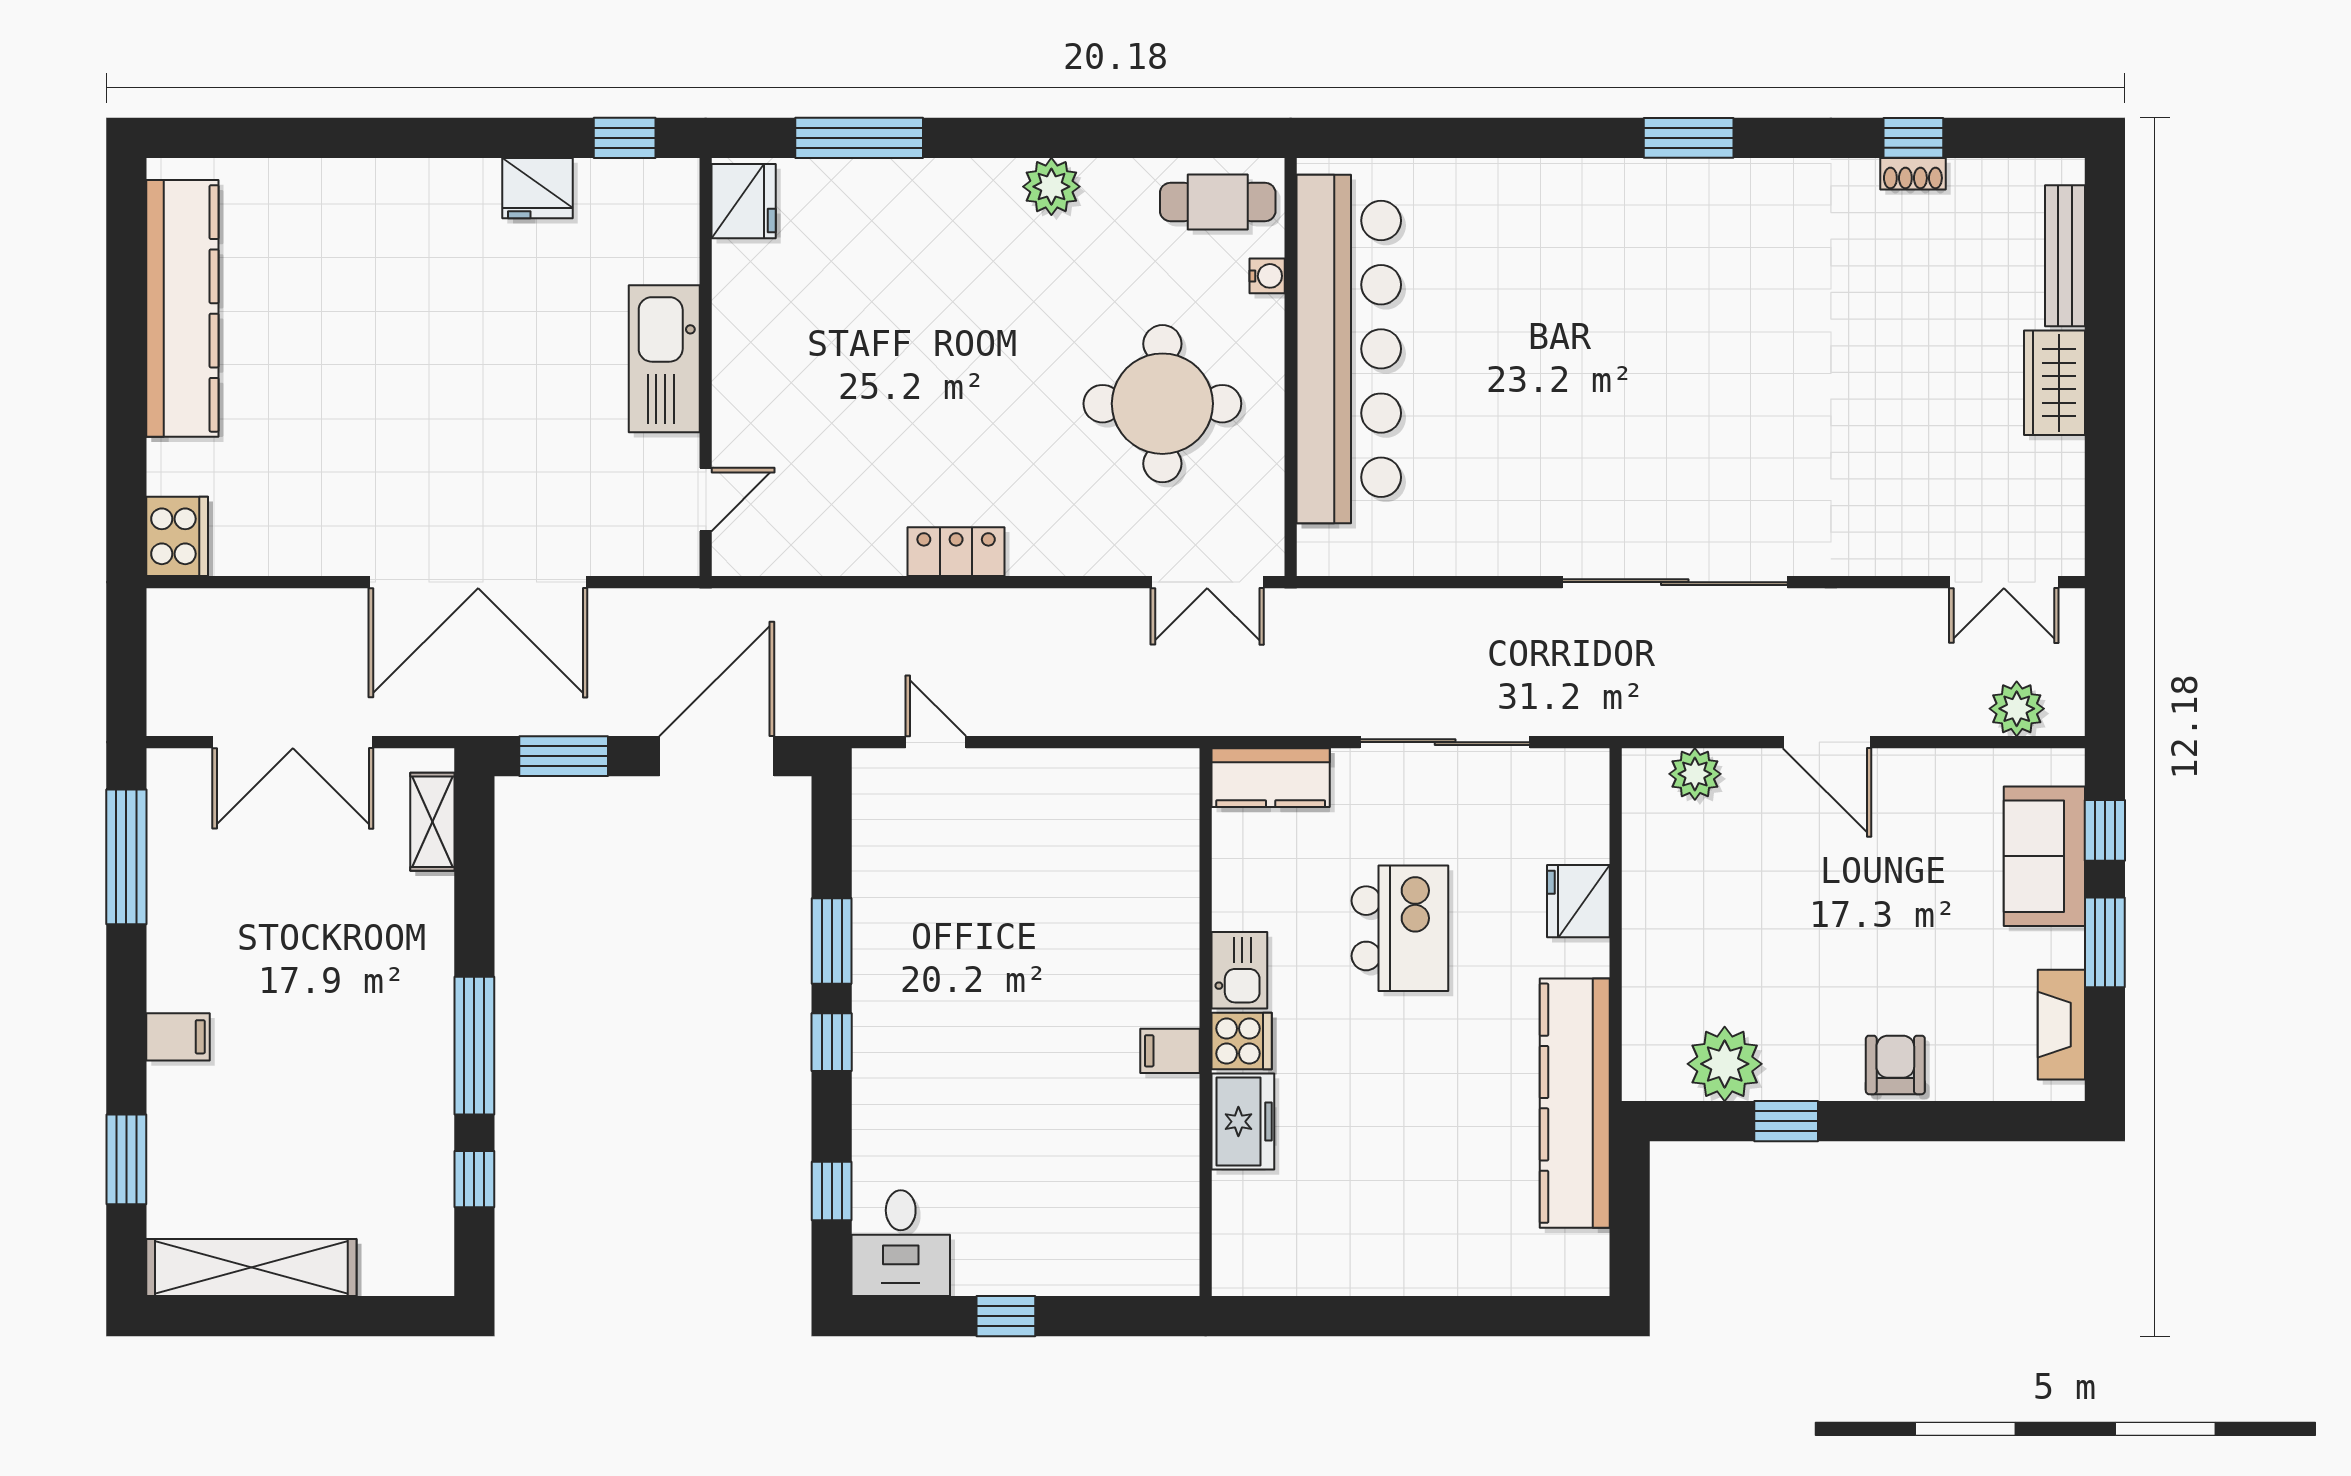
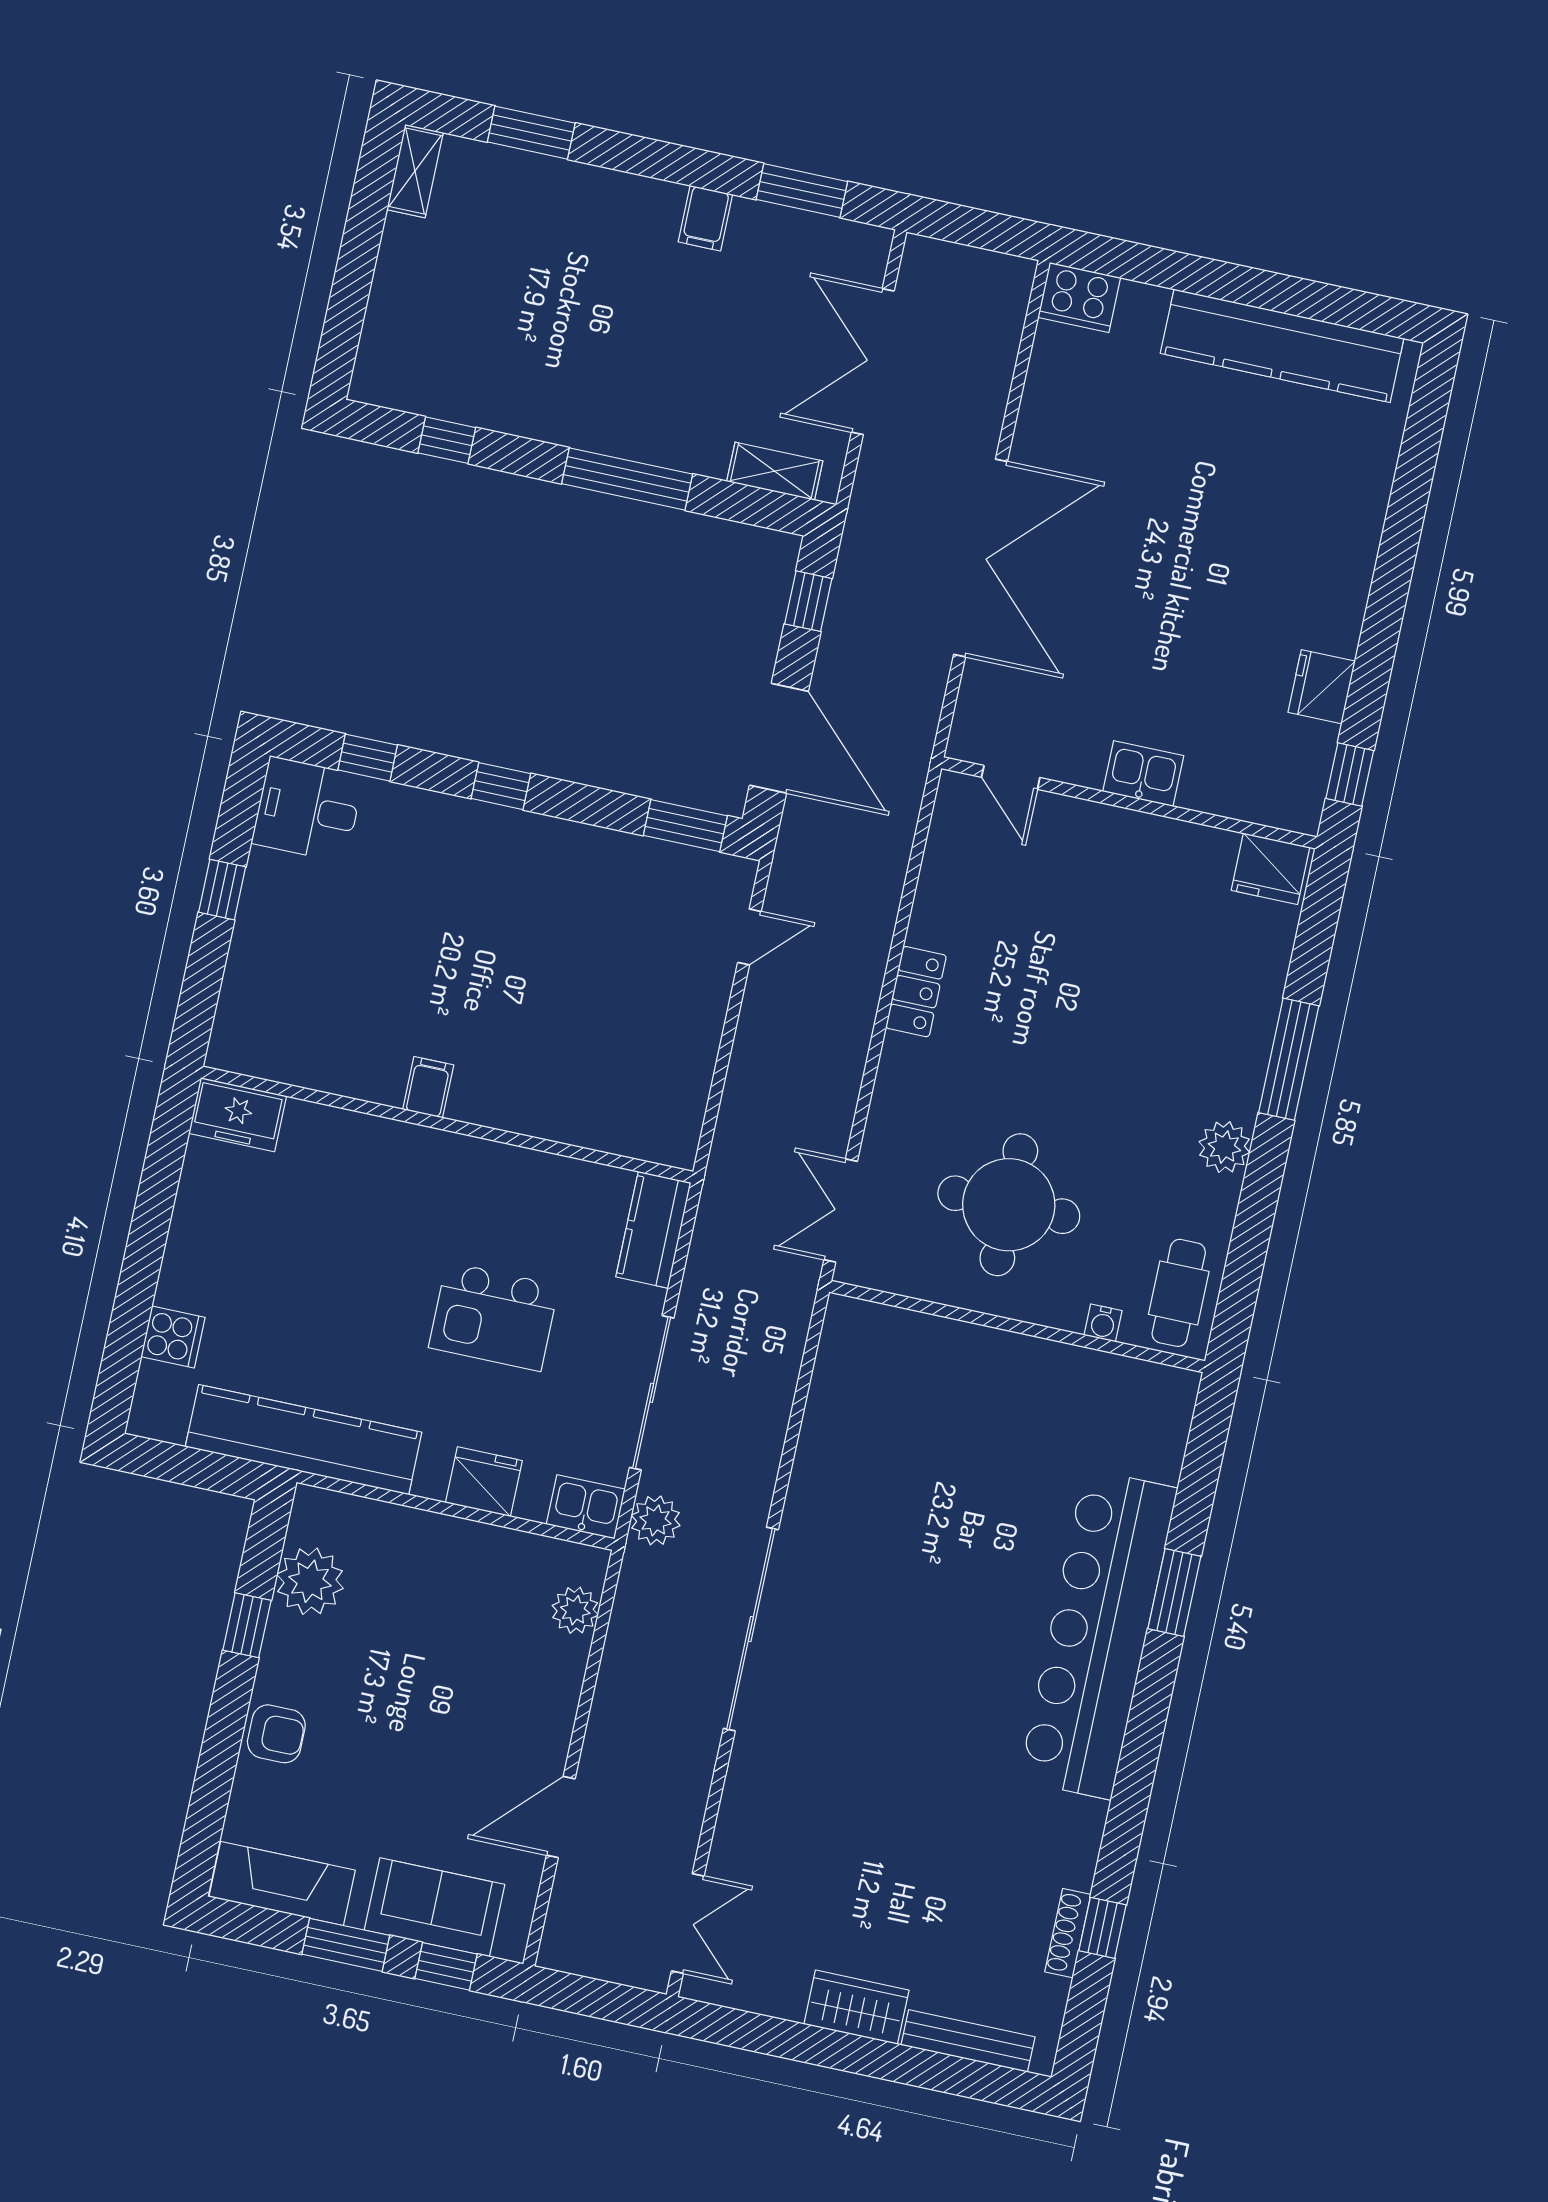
window: (859, 138) -> (1289, 1059), moved
window: (1689, 138) -> (1174, 1592), moved
shoe rack: (1913, 174) -> (1068, 1933), width x1.43
bar counter: (1349, 349) -> (1098, 1634), moved, turned 90
kitchen sink: (664, 359) -> (1143, 774), width x0.53, depth x0.81
double door: (478, 582) -> (980, 558), swing flipped
double door: (2004, 582) -> (688, 1924), swing flipped
plant: (2017, 709) -> (656, 1520), moved
door: (1827, 742) -> (561, 1817), moved
window: (564, 756) -> (808, 601), width x0.67
window: (126, 857) -> (802, 191), width x0.69
window: (832, 941) -> (685, 826), moved
kitchen sink: (1239, 970) -> (586, 1507), moved, turned 180
fireplace: (2061, 1025) -> (282, 1883), width x1.37, depth x1.32
filing cabinet: (178, 1037) -> (705, 218), moved
cooker: (1242, 1041) -> (173, 1337), moved, turned -90
window: (474, 1046) -> (627, 479), moved
freezer: (1243, 1122) -> (238, 1115), moved
shelving: (251, 1268) -> (415, 171), width x0.45, depth x0.75

